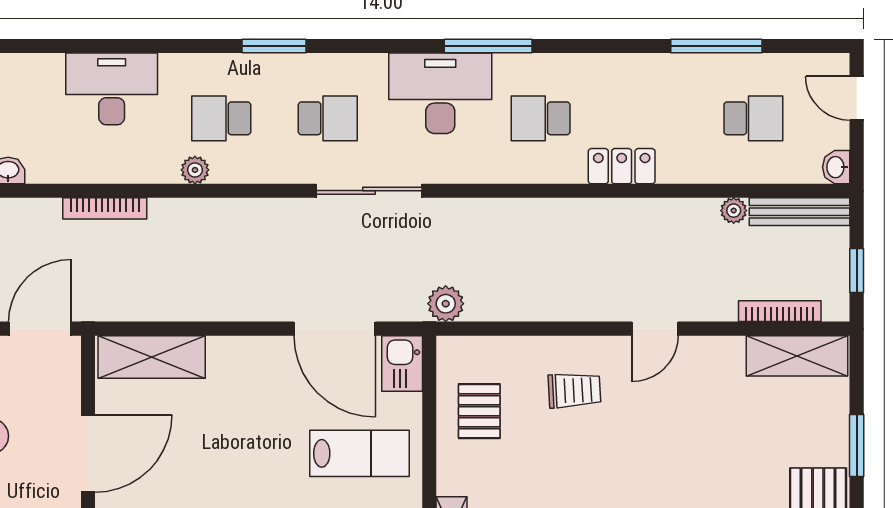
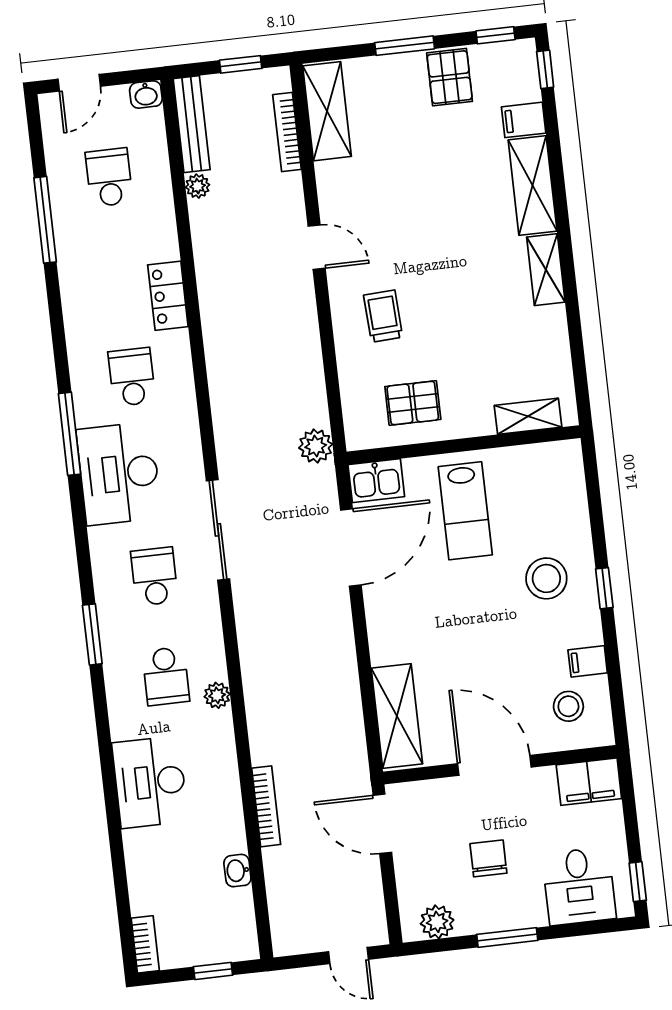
school desk: (541, 118) -> (132, 377), turned 180
bookcase: (105, 208) -> (266, 806), moved
lab bench: (360, 453) -> (465, 511), turned 180

